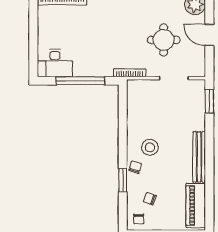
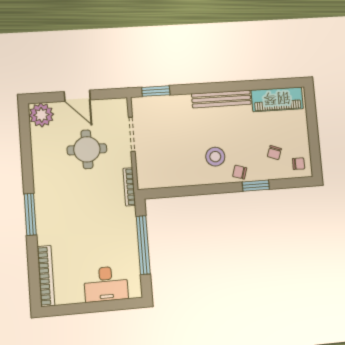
door: (209, 35) -> (77, 96), hinge flipped
desk: (55, 63) -> (106, 284), moved, turned 90

